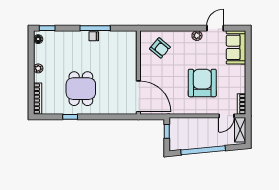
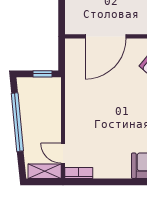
armchair: (202, 83) -> (107, 121), removed
door: (138, 96) -> (106, 36), moved

